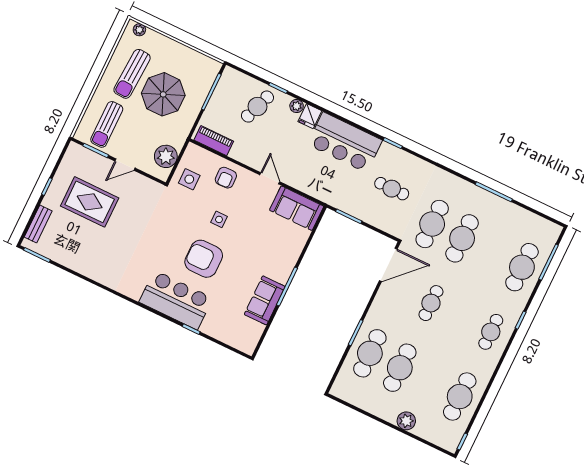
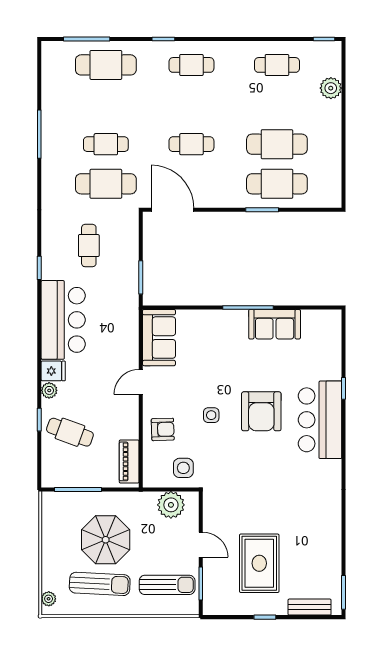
cafe table: (462, 238) -> (106, 144), width x0.73, depth x0.74
cafe table: (460, 397) -> (277, 65), width x0.73, depth x0.74
plant: (406, 421) -> (331, 88), moved

